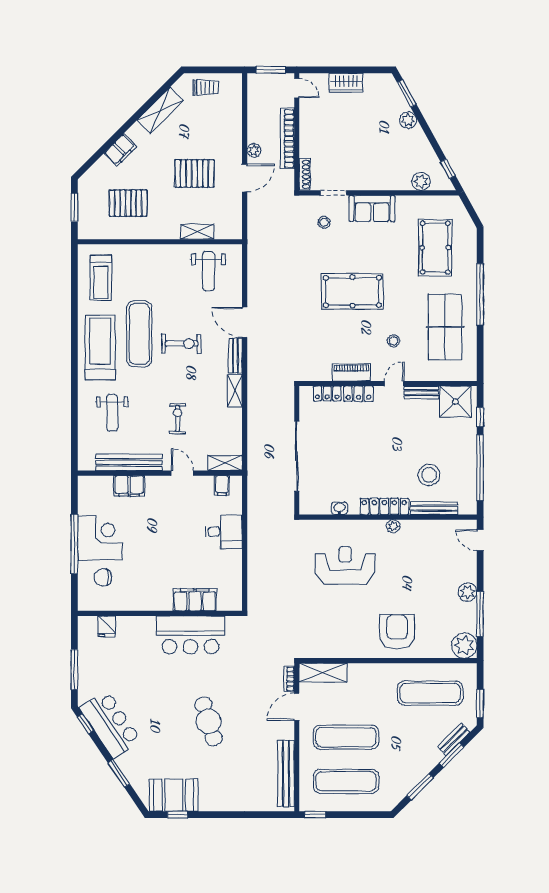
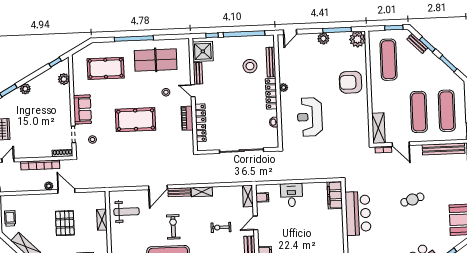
pool table: (352, 291) -> (136, 120), turned 90
filing cabinet: (195, 600) -> (335, 195), moved
cafe table: (209, 721) -> (412, 200), width x0.73, depth x0.74

